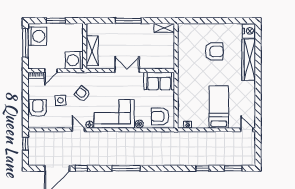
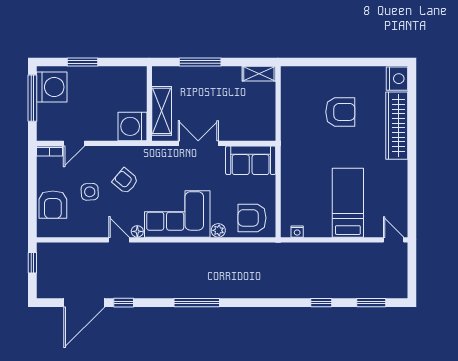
wall: (85, 46) -> (149, 103), moved
shelving: (92, 51) -> (162, 111), moved
washing machine: (74, 60) -> (132, 126), moved
armchair: (38, 108) -> (53, 205), turned 180

